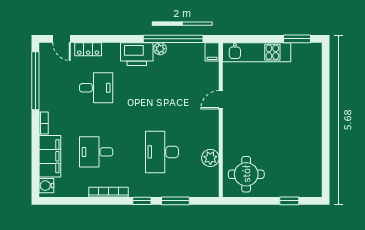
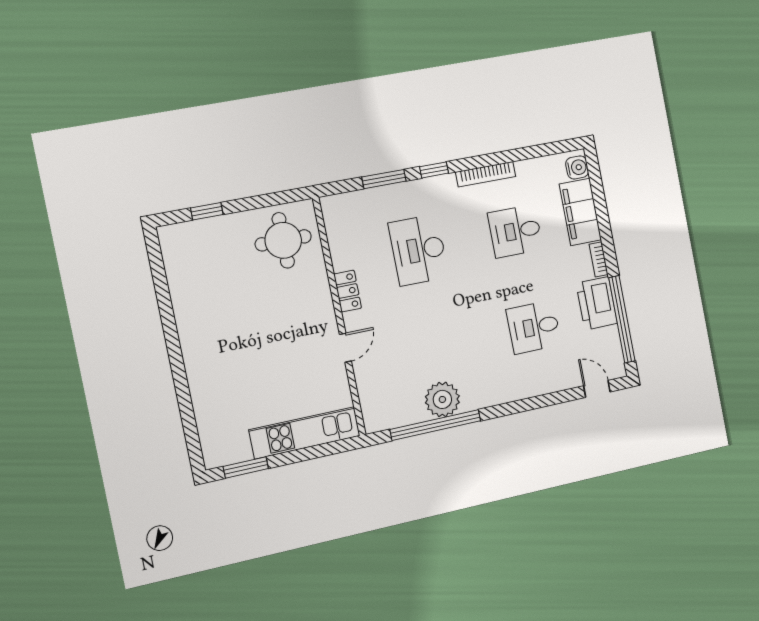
locker: (88, 49) -> (348, 291), moved, turned 90
plant: (160, 49) -> (442, 399), width x1.88, depth x1.88
filing cabinet: (212, 52) -> (373, 418), removed
printer: (137, 54) -> (597, 303), moved, turned -90
desk: (96, 152) -> (515, 231), turned 180
desk: (162, 152) -> (419, 250), turned 180
plant: (210, 158) -> (344, 255), removed

